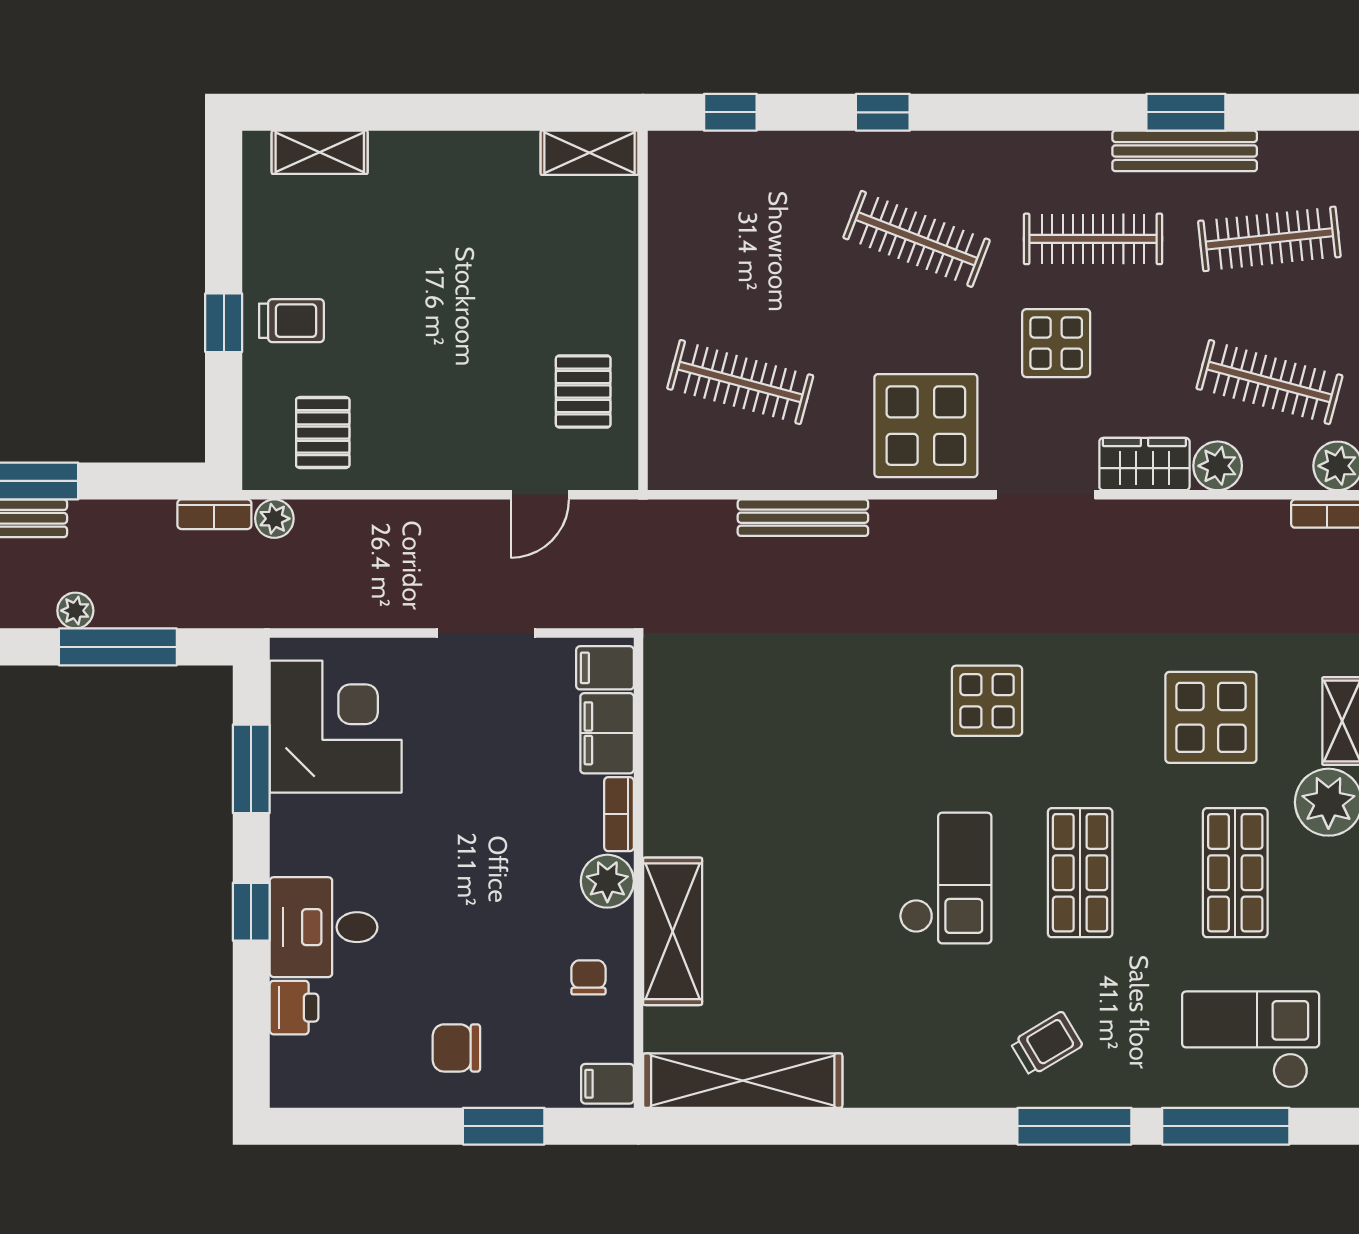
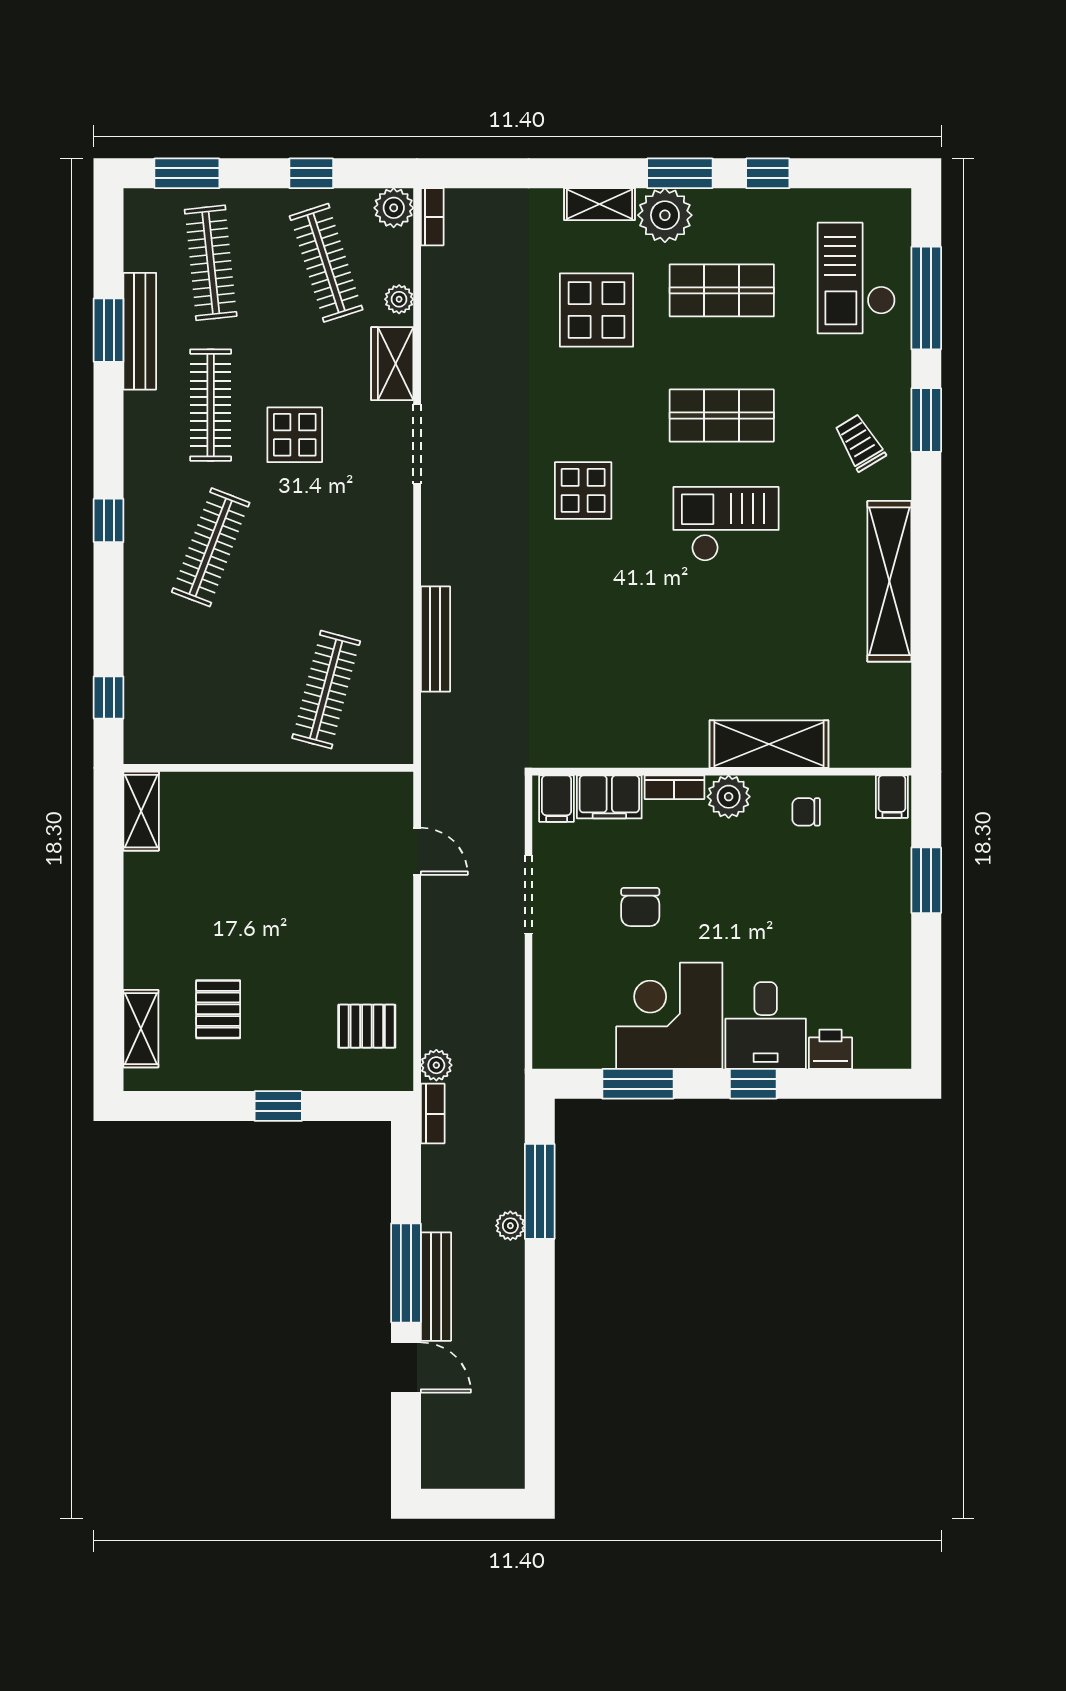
window: (883, 112) -> (109, 520), moved
trolley: (291, 321) -> (277, 1051), removed
clothes rail: (1269, 382) -> (326, 263), turned -33
pallet: (583, 391) -> (218, 1009), moved, turned 90
display table: (926, 426) -> (361, 540), removed
plant: (1218, 466) -> (399, 299), width x0.73, depth x0.73
corner desk: (336, 727) -> (669, 1016), moved
chair: (456, 1048) -> (640, 907), moved
shelving: (743, 1081) -> (889, 581), moved
window: (1074, 1126) -> (926, 420), width x0.69

